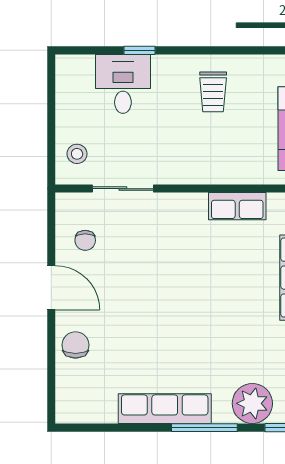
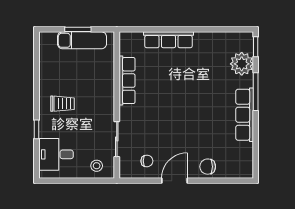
desk: (123, 84) -> (56, 154), moved
trolley: (213, 92) -> (62, 104), moved
row of seats: (237, 206) -> (127, 81), width x1.48

